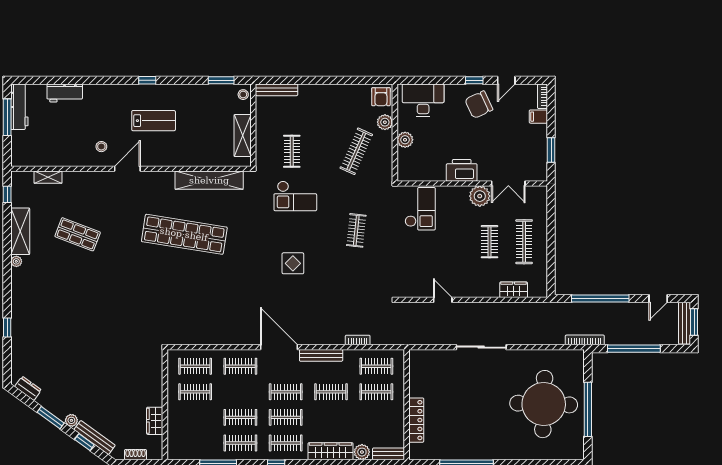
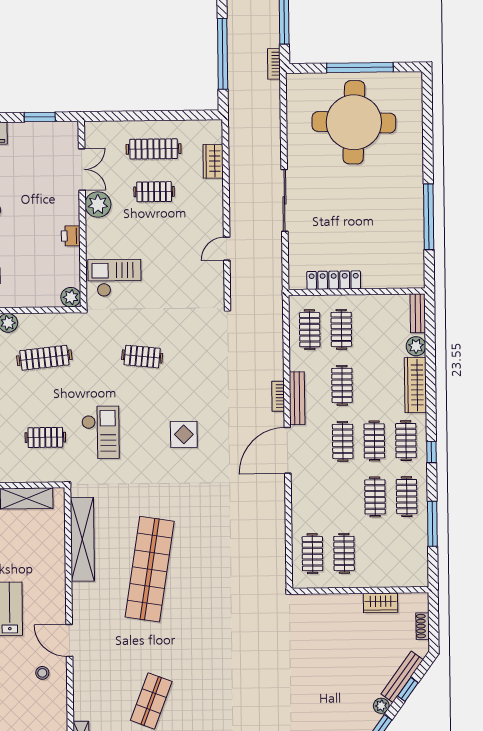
plant: (405, 140) -> (71, 297), moved
clothes rail: (356, 151) -> (44, 358), turned -30
printer: (462, 170) -> (71, 236), width x0.53, depth x0.68
bookcase: (358, 340) -> (278, 396), moved
bookcase: (585, 340) -> (274, 64), width x0.64
clothes rail: (240, 366) -> (312, 498), removed
locker: (416, 420) -> (334, 280), moved

